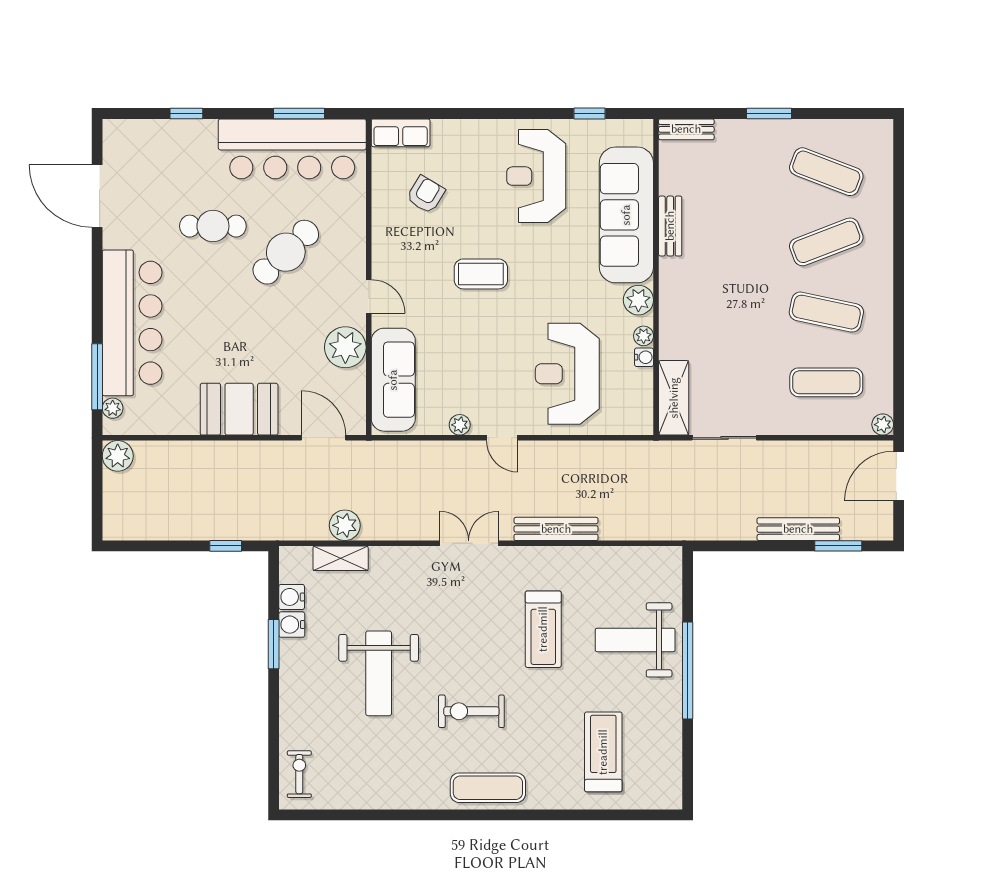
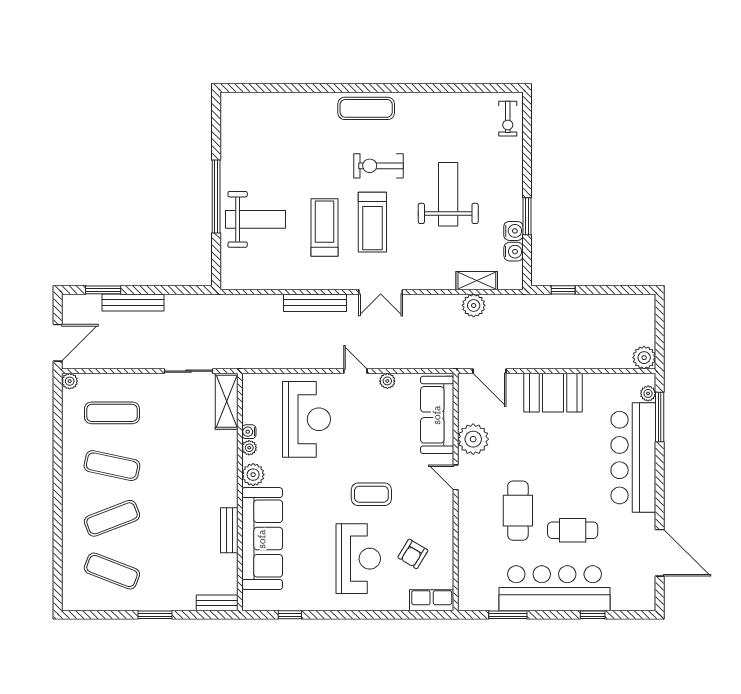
bar counter: (292, 149) -> (554, 588), moved
reception desk: (536, 176) -> (358, 559), moved
cafe table: (286, 252) -> (518, 511), turned -46
exercise bike: (471, 711) -> (379, 166), turned 180
treadmill: (603, 752) -> (372, 222), moved

